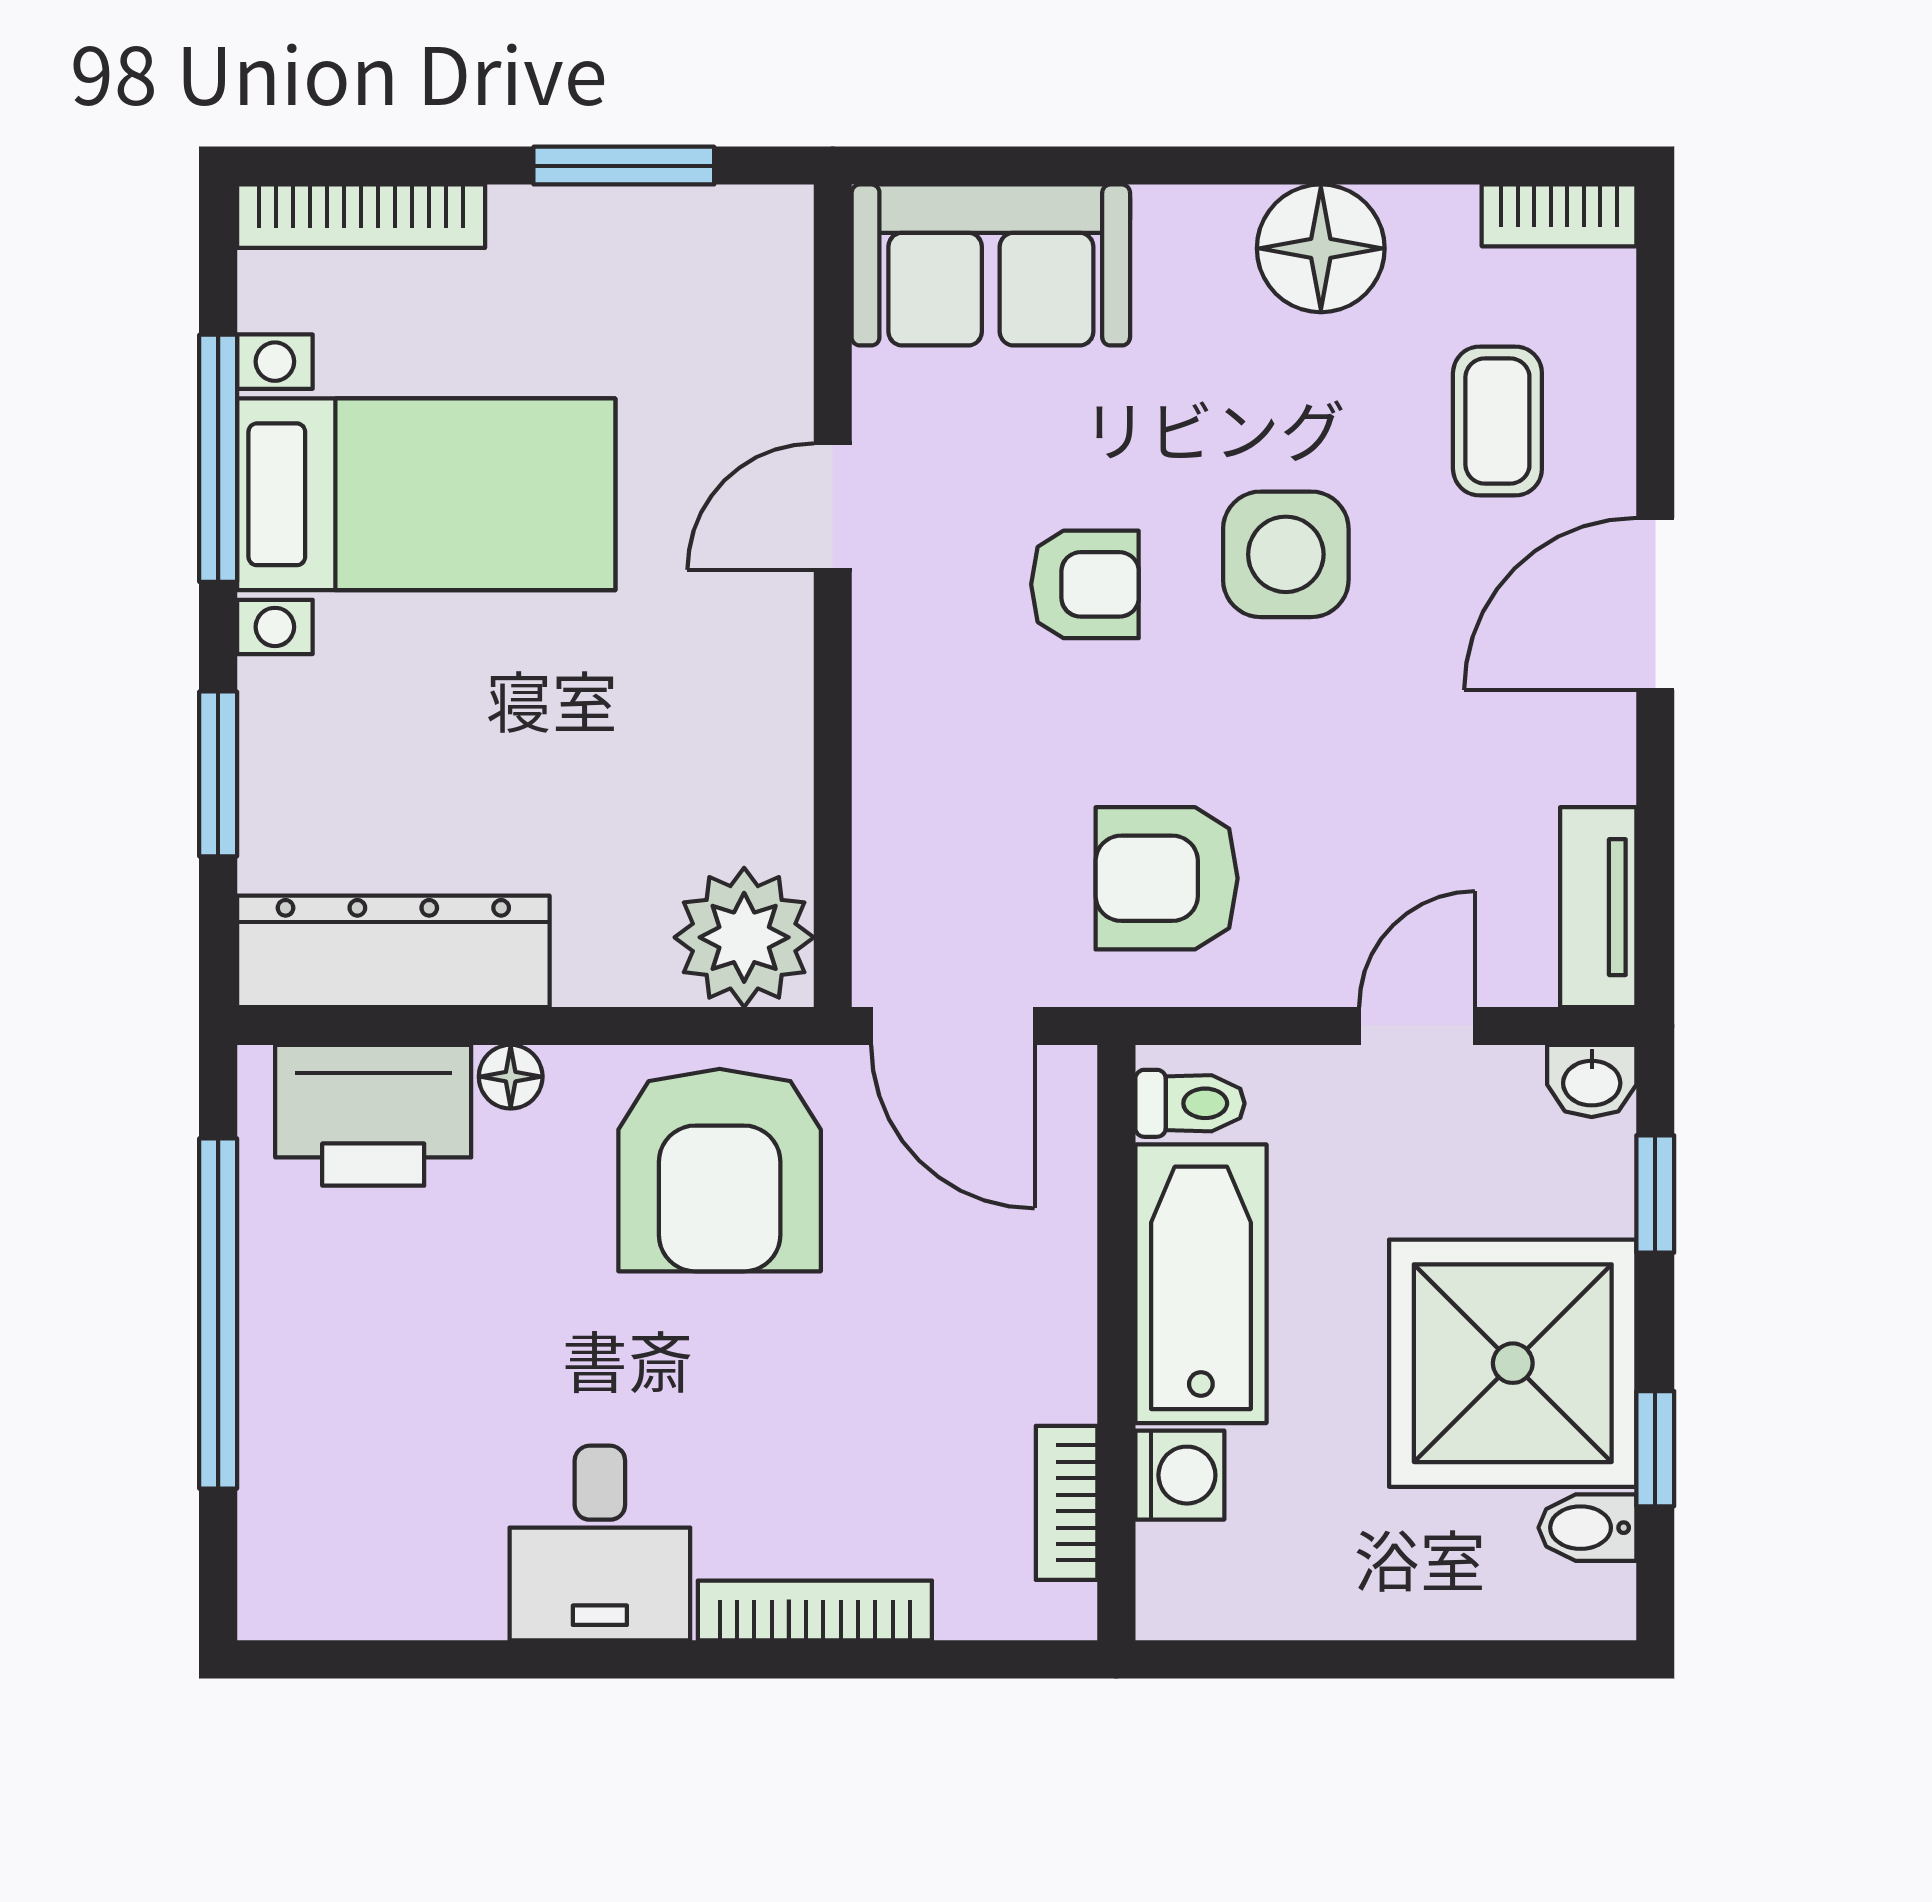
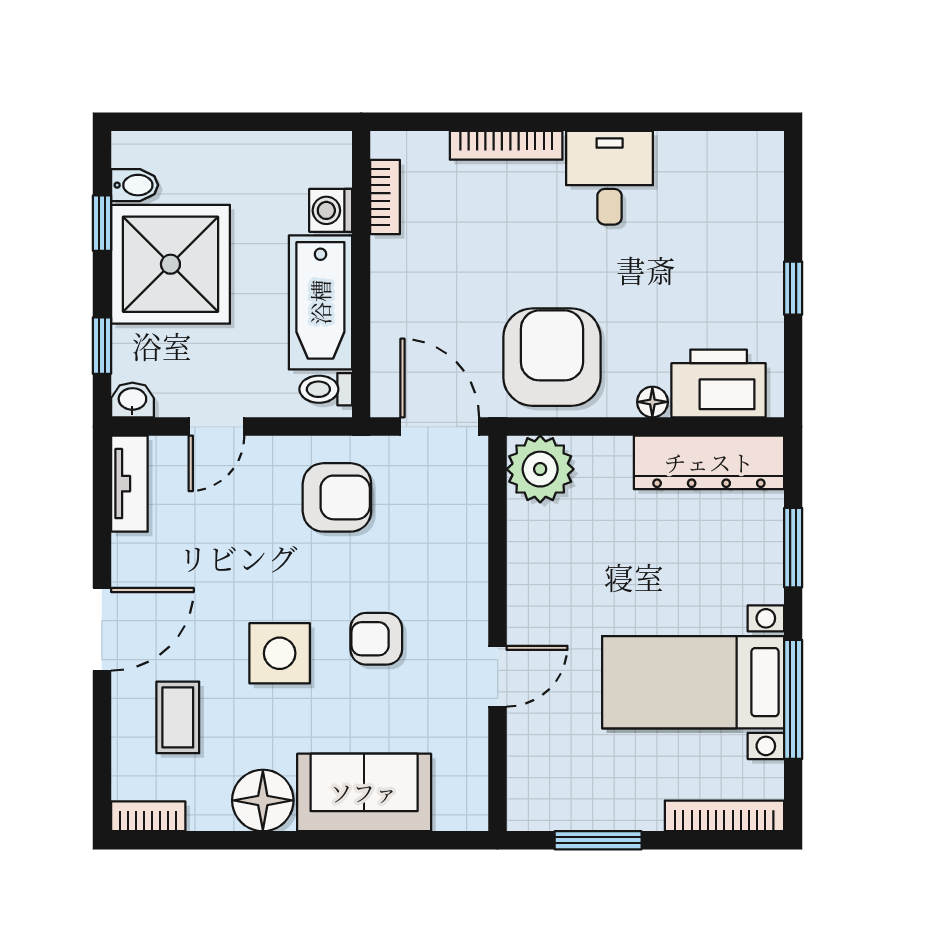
sofa: (991, 265) -> (364, 792), moved
window: (218, 1314) -> (793, 288), width x0.32

